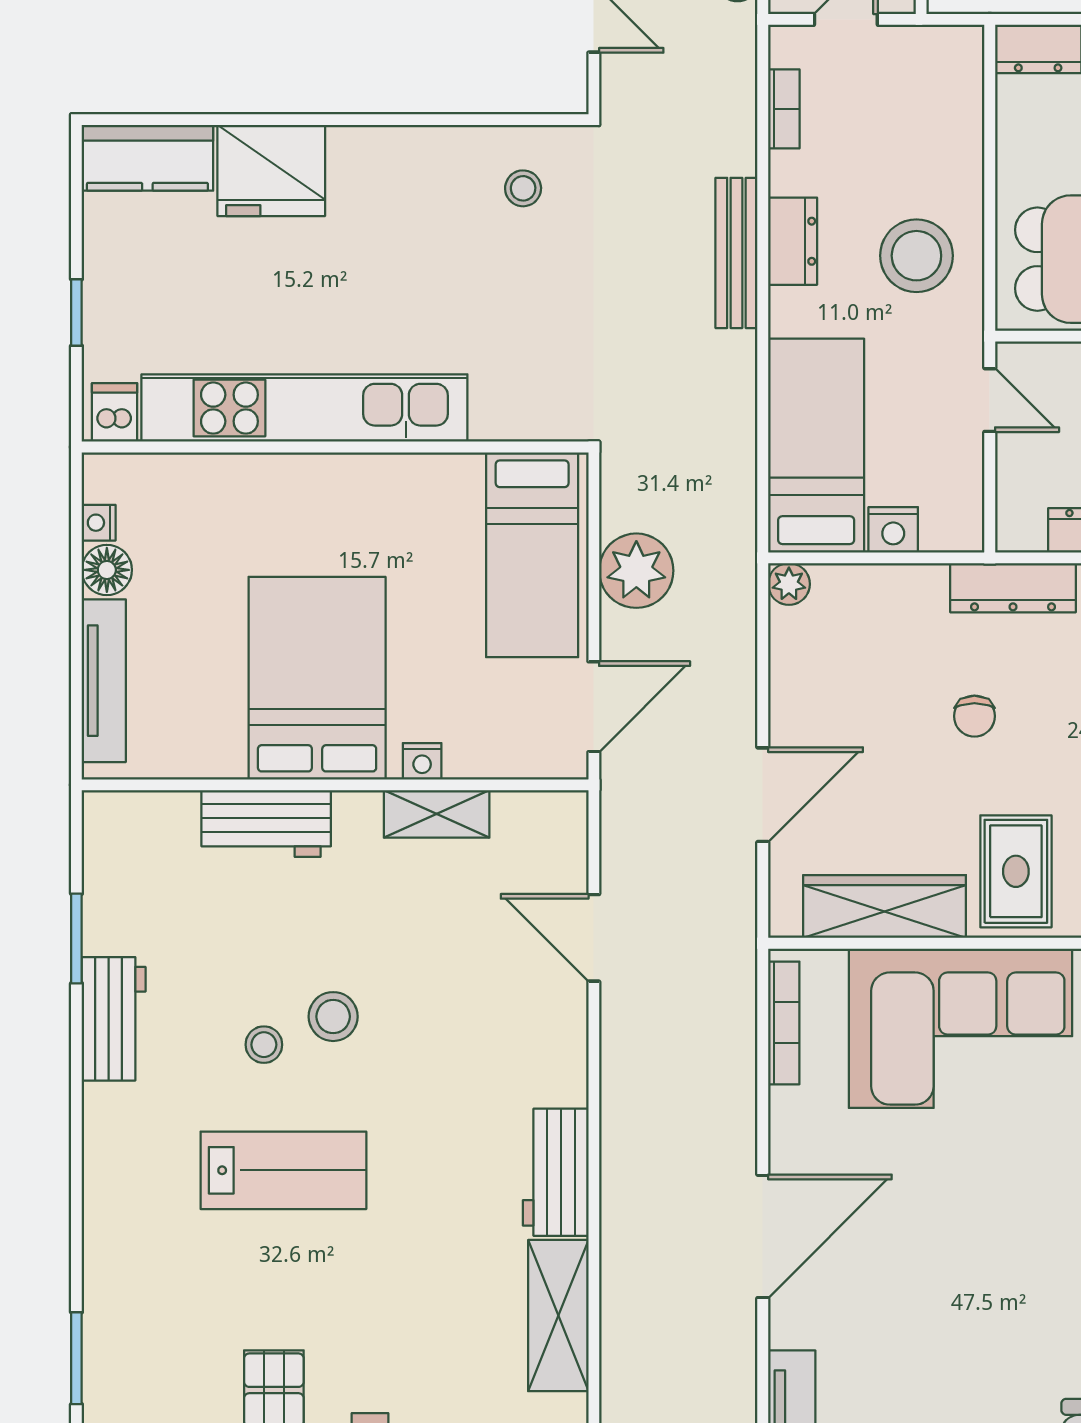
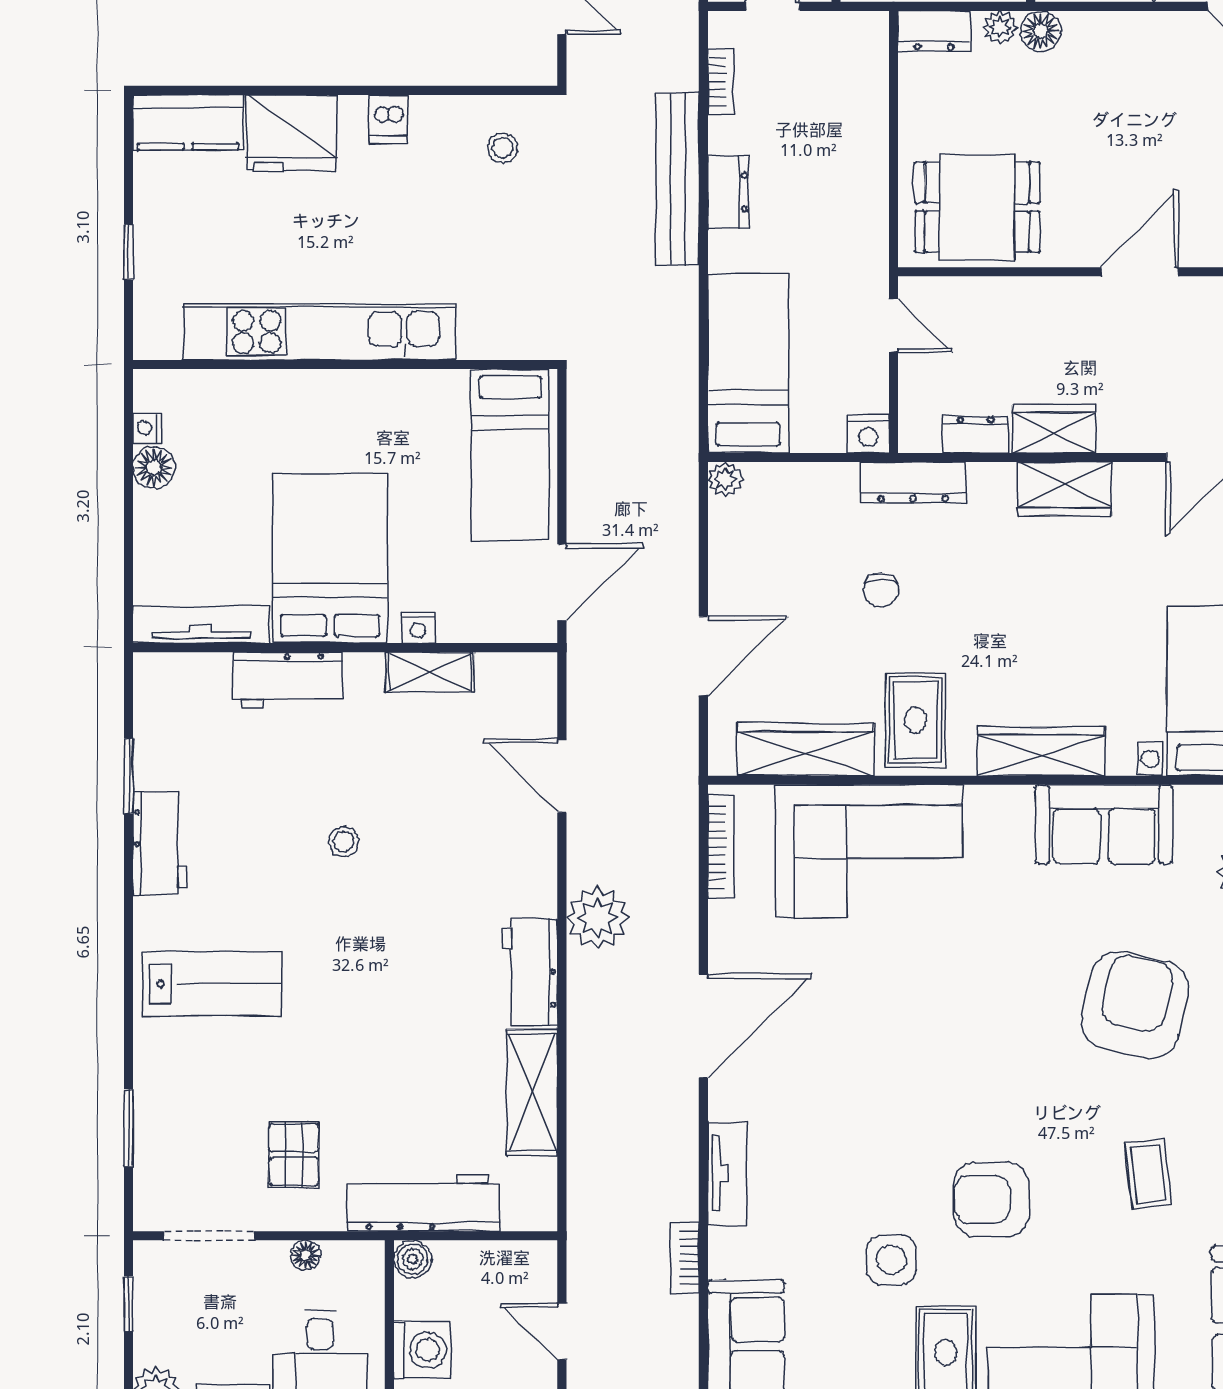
bench: (736, 253) -> (678, 179), width x1.37, depth x1.21
stool: (916, 256) -> (832, 204), removed
dishwasher: (115, 412) -> (388, 119), moved, turned 180
nightstand: (893, 530) -> (868, 434), moved
plant: (636, 571) -> (597, 918), moved
tv unit: (104, 681) -> (201, 625), moved, turned -90
stool: (333, 1017) -> (343, 842), width x0.73, depth x0.73
stool: (264, 1045) -> (285, 865), removed
lab bench: (283, 1170) -> (212, 984), moved

